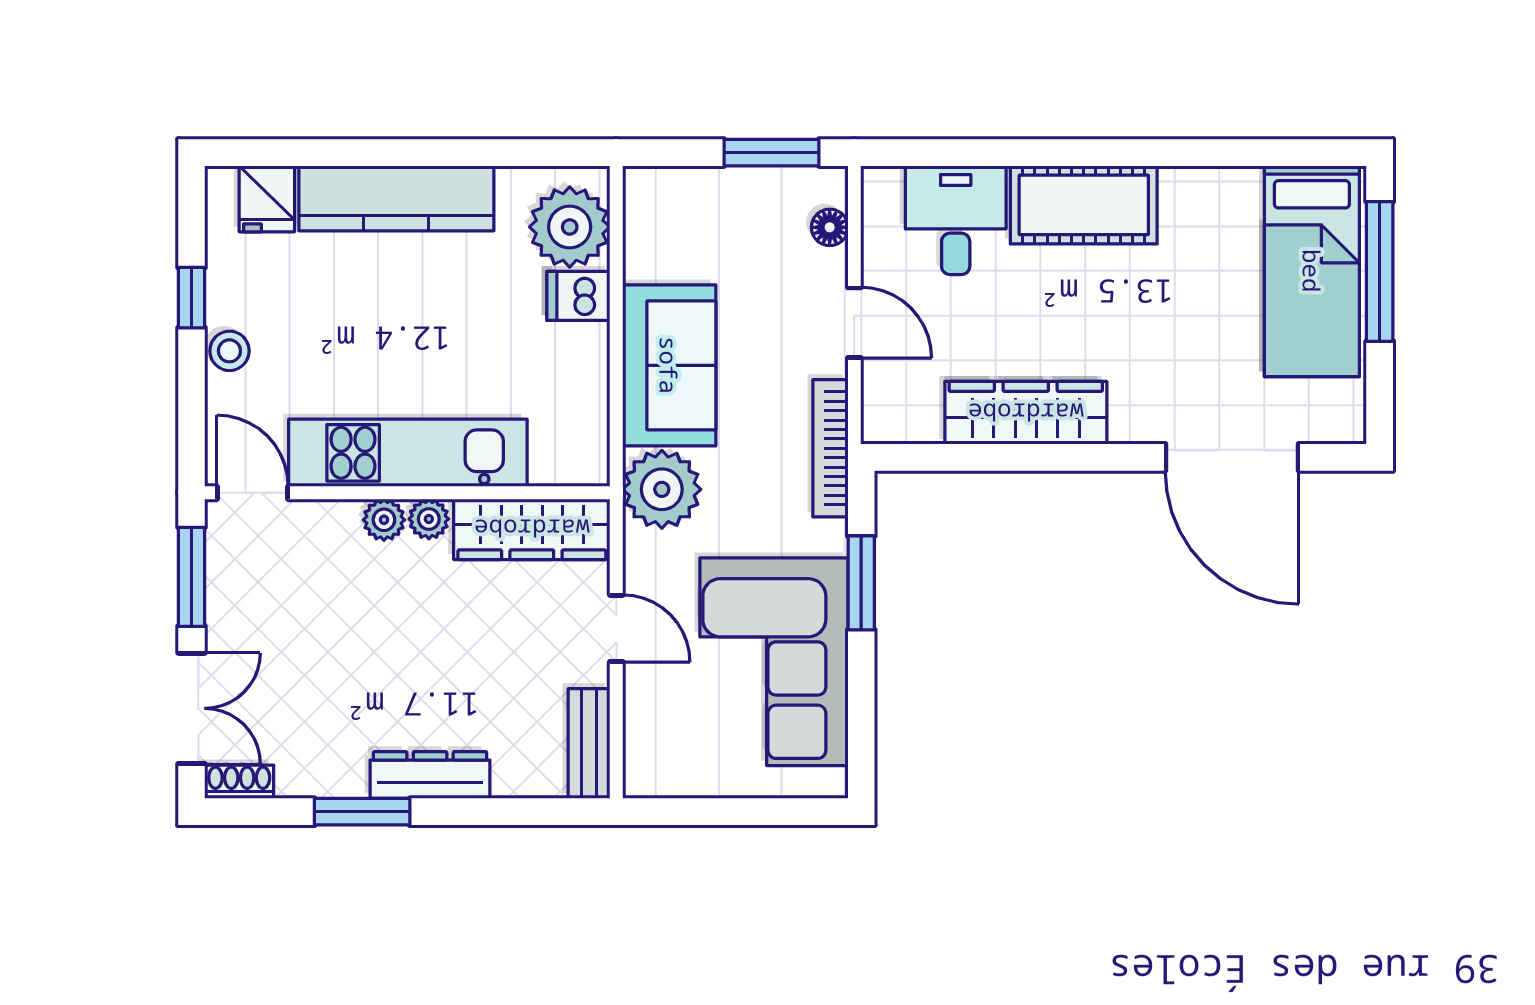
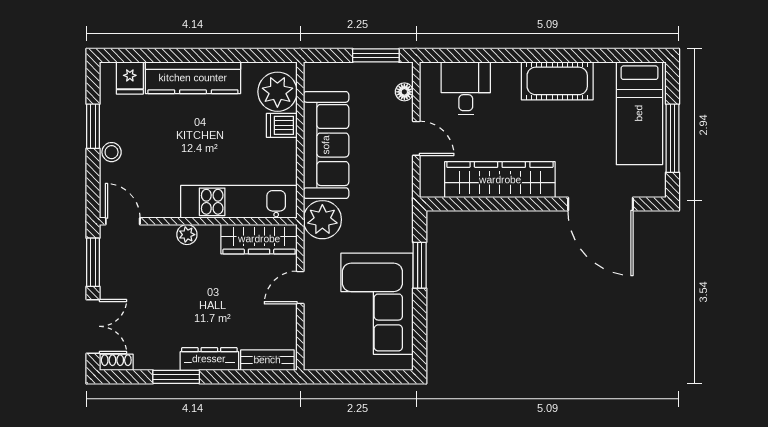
cot: (1084, 205) -> (557, 81), moved
window: (1380, 271) -> (673, 138), moved
window: (192, 298) -> (93, 126), width x1.50
sofa: (669, 365) -> (326, 145), width x1.36
wardrobe: (1026, 413) -> (500, 180), width x1.40, depth x1.17
bookcase: (830, 448) -> (405, 200), removed
kitchen unit: (408, 453) -> (239, 202), moved
plant: (429, 519) -> (209, 234), removed
door: (616, 628) -> (300, 288), swing flipped
bench: (589, 744) -> (267, 360), moved, turned 90

